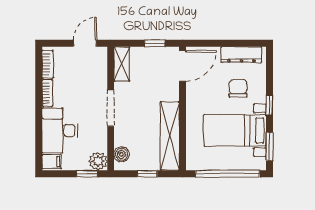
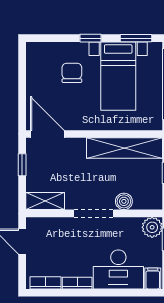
dresser: (241, 55) -> (35, 69), removed
chair: (238, 88) -> (72, 73), turned 90
boiler: (121, 154) -> (124, 201), moved

